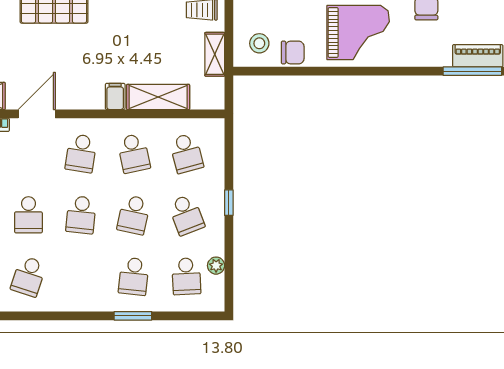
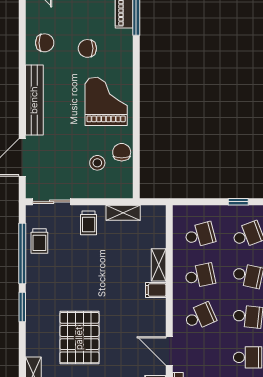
stool: (259, 43) -> (97, 163), moved
shelving: (158, 97) -> (159, 265), width x0.67, depth x0.75
school desk: (81, 153) -> (200, 317), turned -33

